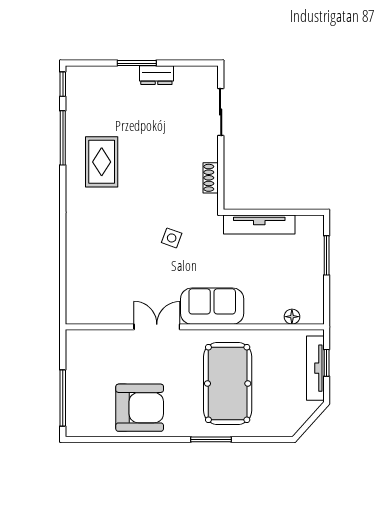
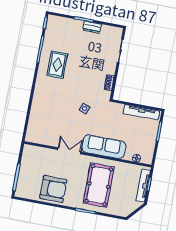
tv unit: (259, 224) -> (141, 112), moved
sofa: (212, 306) -> (104, 147), width x1.36

